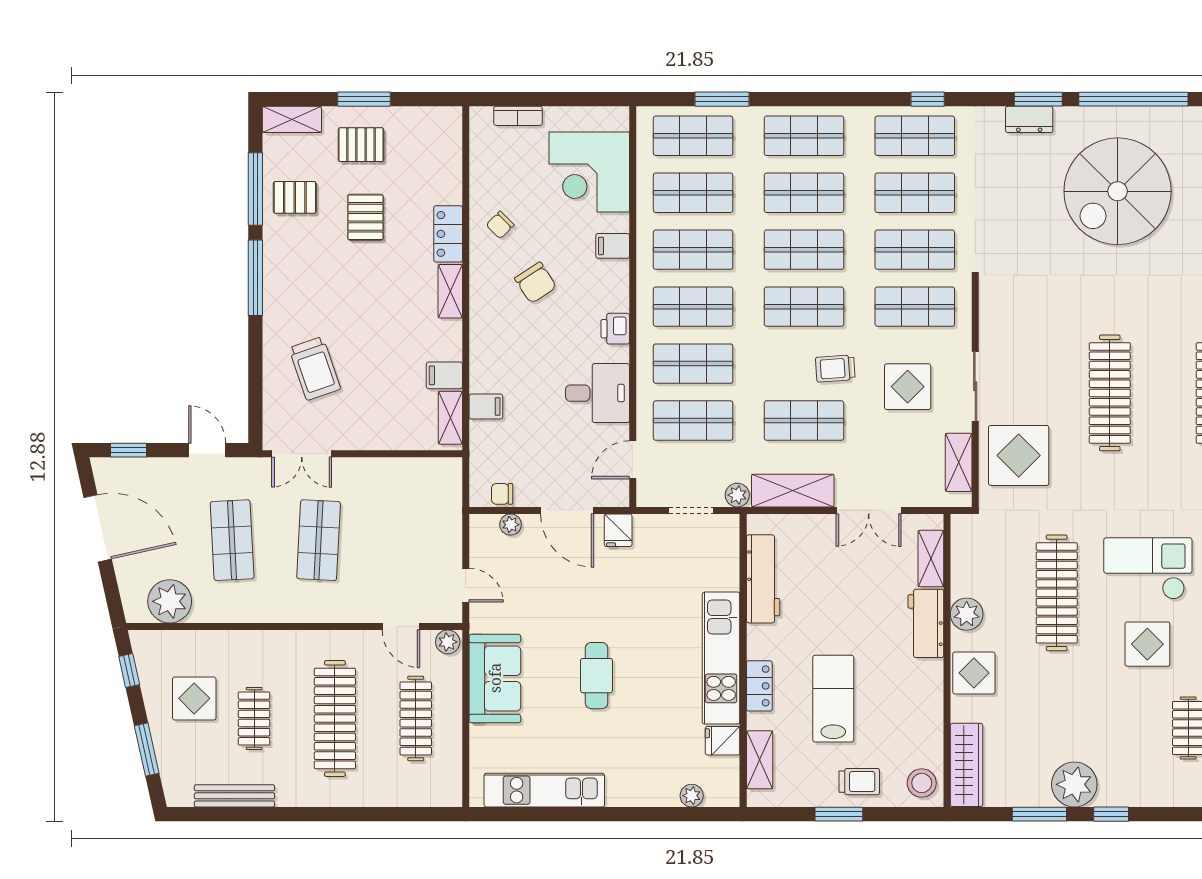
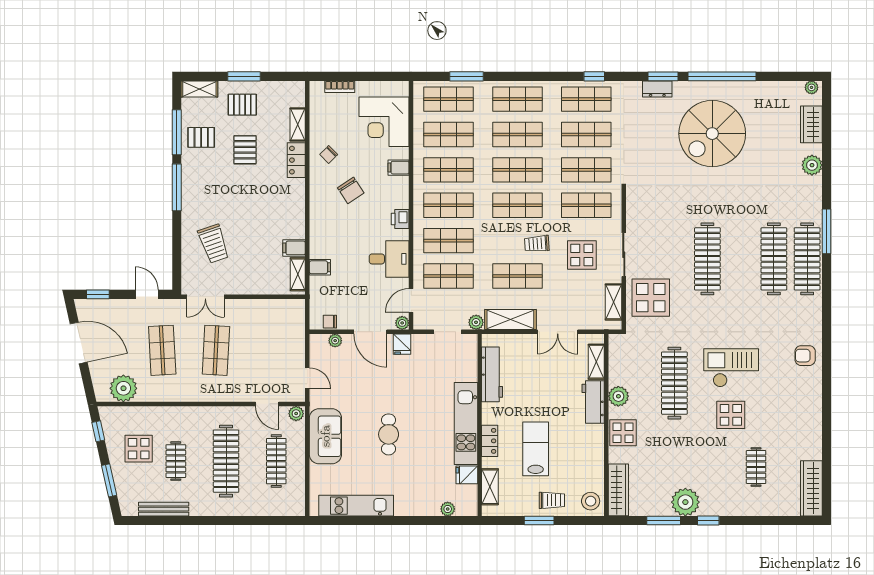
shelving: (450, 291) -> (298, 124), moved
plant: (618, 496) -> (402, 323), added

